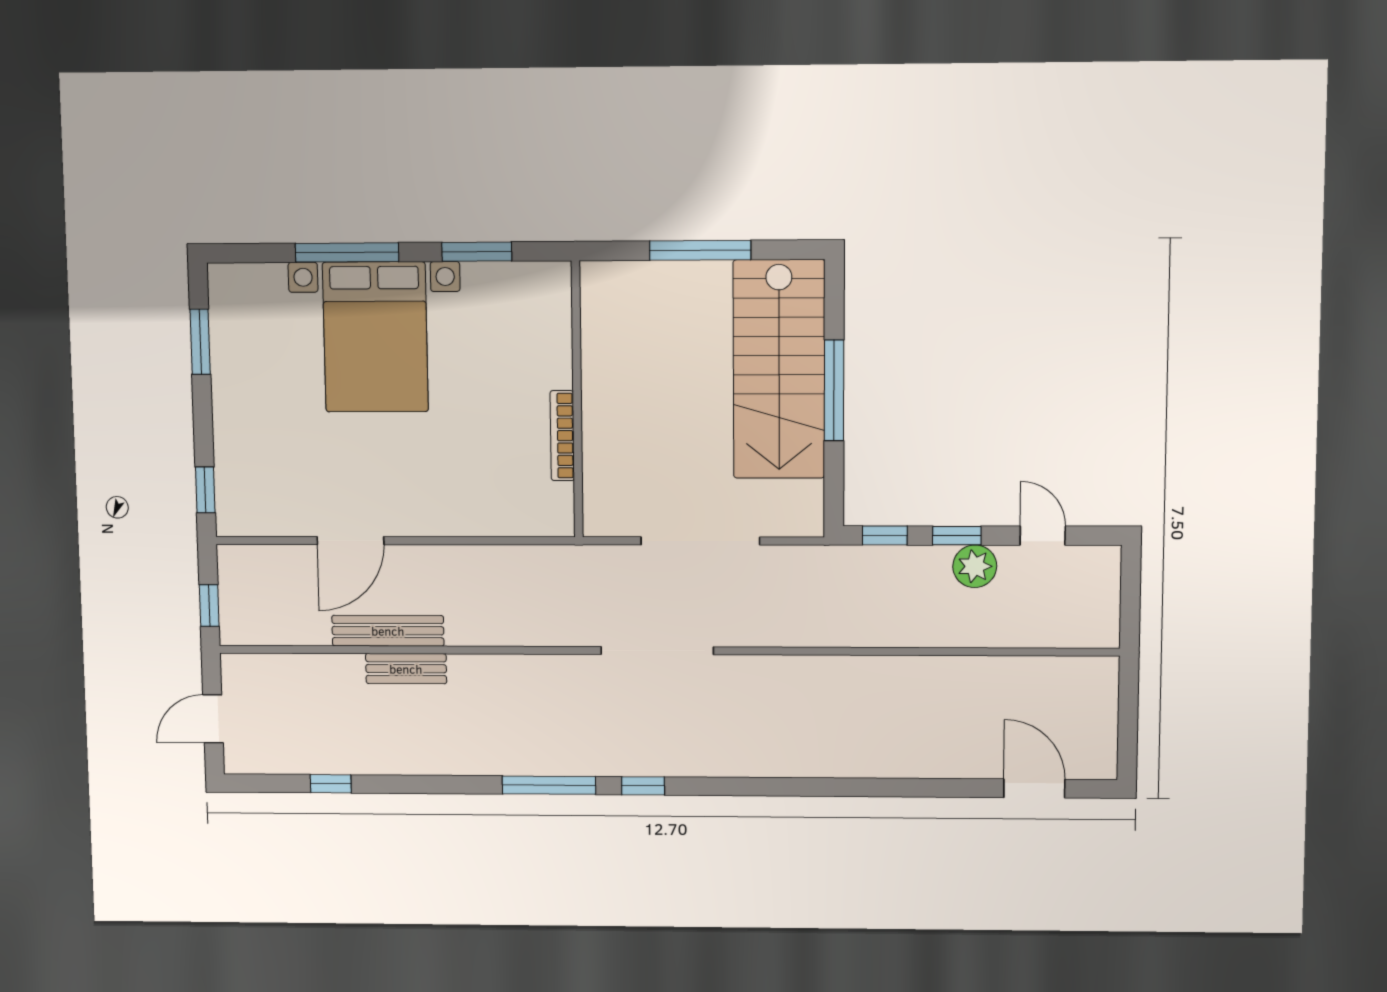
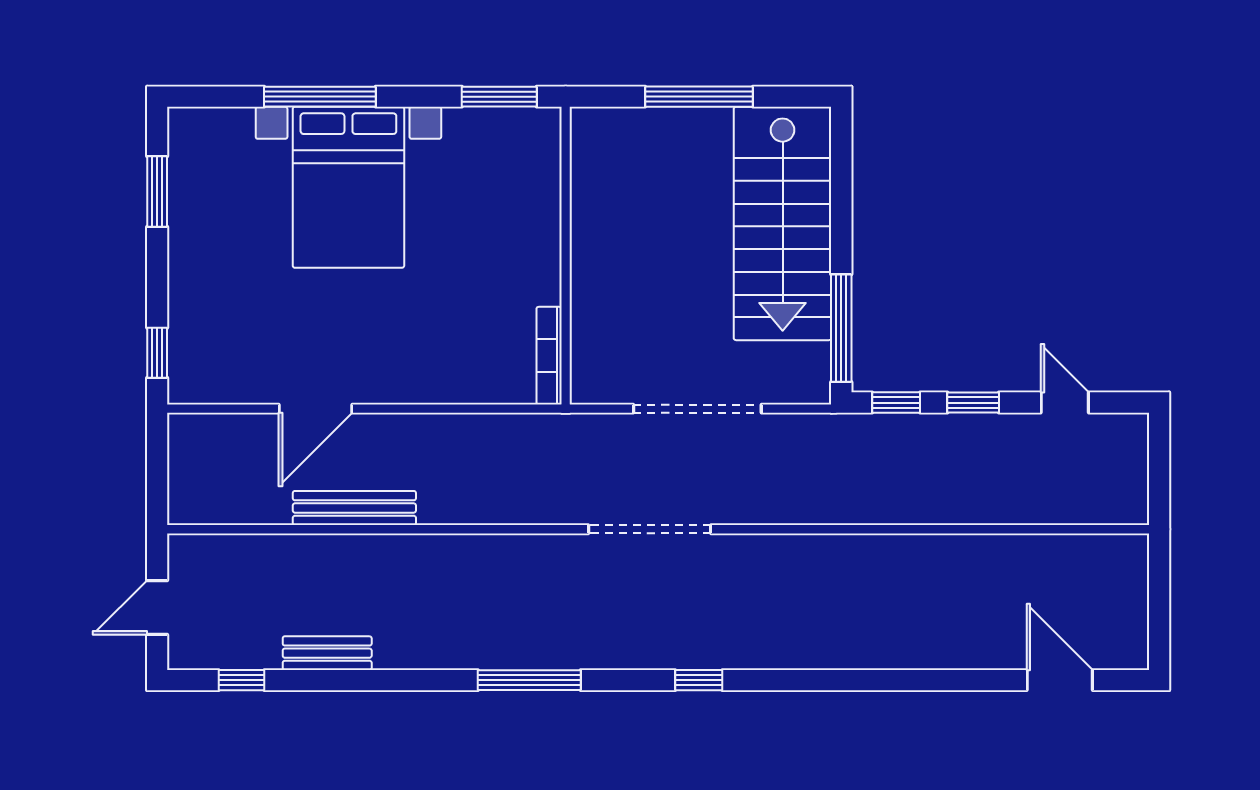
window: (477, 252) -> (499, 97), moved
window: (834, 390) -> (841, 328), moved
bookcase: (562, 436) -> (549, 356), moved
plant: (975, 566) -> (993, 436), removed
window: (209, 606) -> (157, 481), removed
bench: (406, 669) -> (327, 653), moved
window: (331, 784) -> (241, 680), moved
window: (643, 786) -> (699, 680), moved

